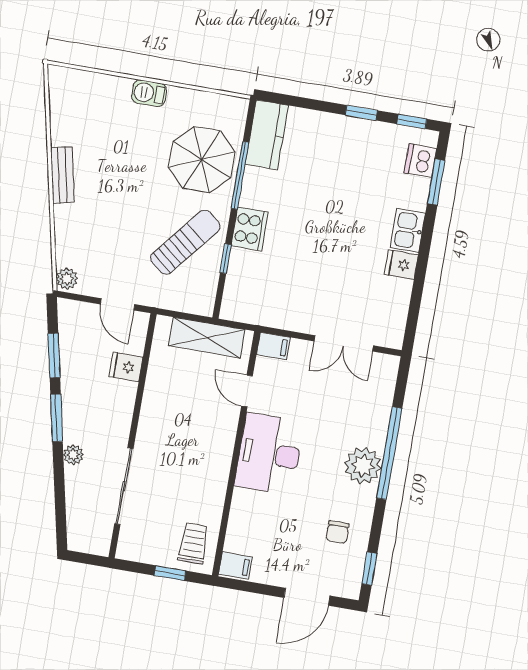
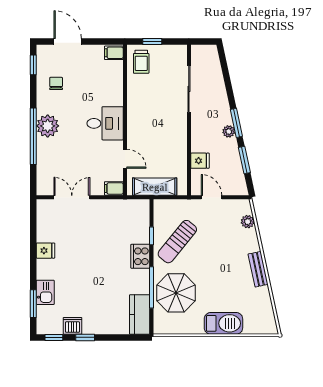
barbecue: (149, 93) -> (223, 323), width x1.88, depth x1.53
dishwasher: (420, 161) -> (72, 326), moved, turned -90
kitchen sink: (408, 230) -> (45, 292), moved
plant: (67, 279) -> (248, 222), moved
desk: (269, 454) -> (105, 123), width x0.73
plant: (73, 455) -> (229, 131), moved
door: (307, 597) -> (68, 42), hinge flipped

